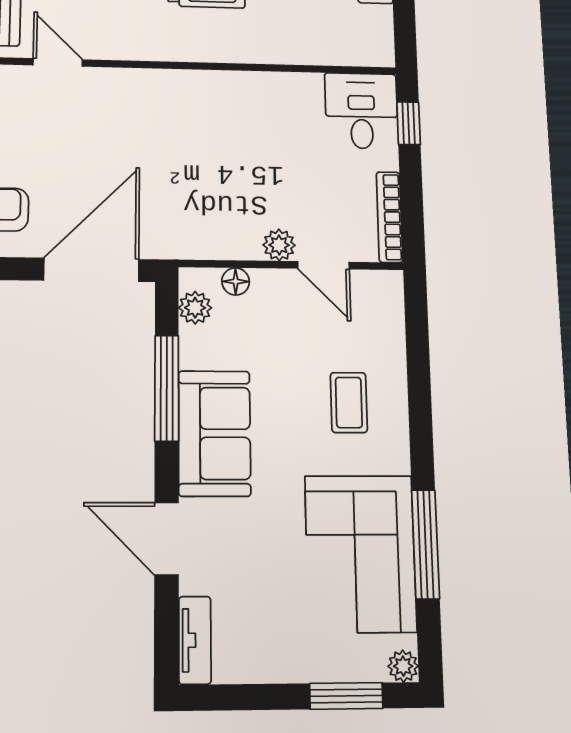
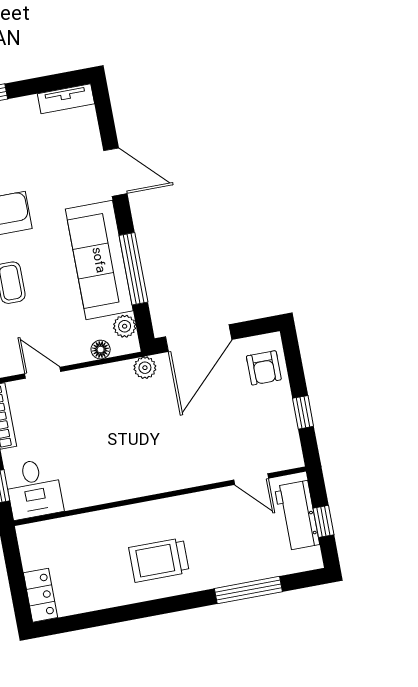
plant: (279, 245) -> (145, 368), moved
sofa: (214, 433) -> (99, 260), width x1.36
tv unit: (195, 640) -> (66, 99), moved, turned -90

